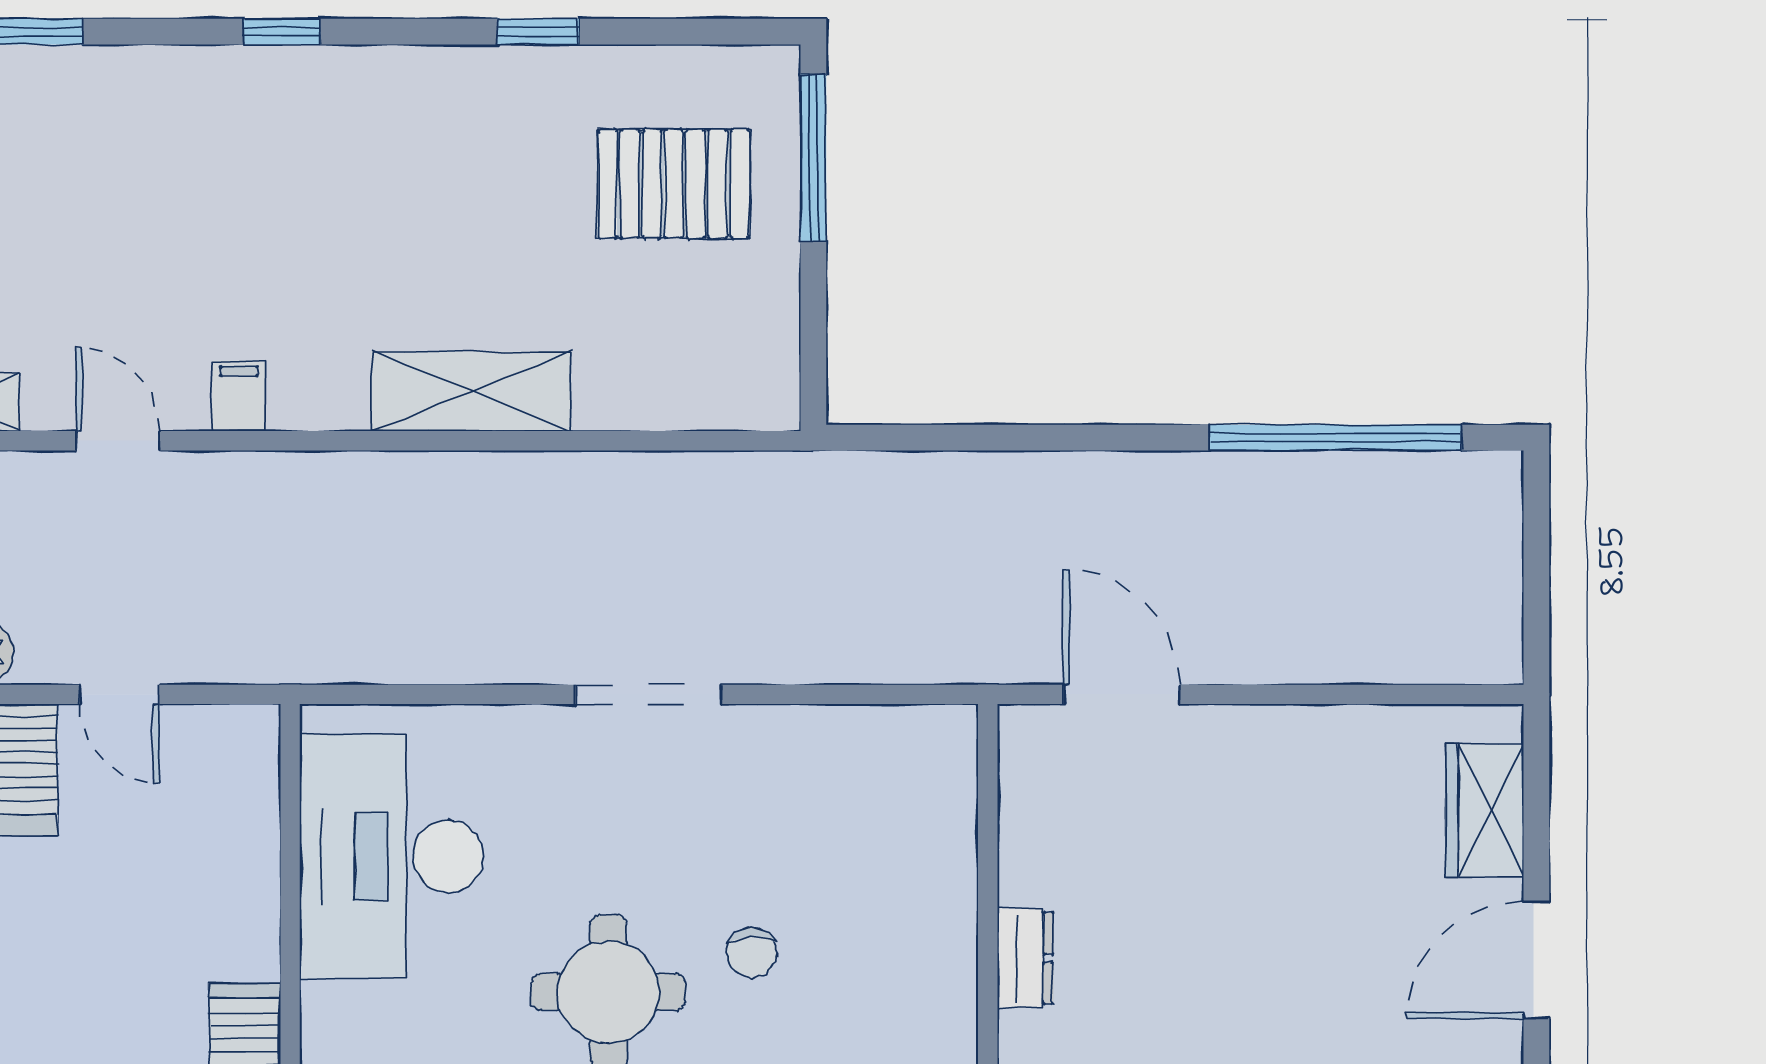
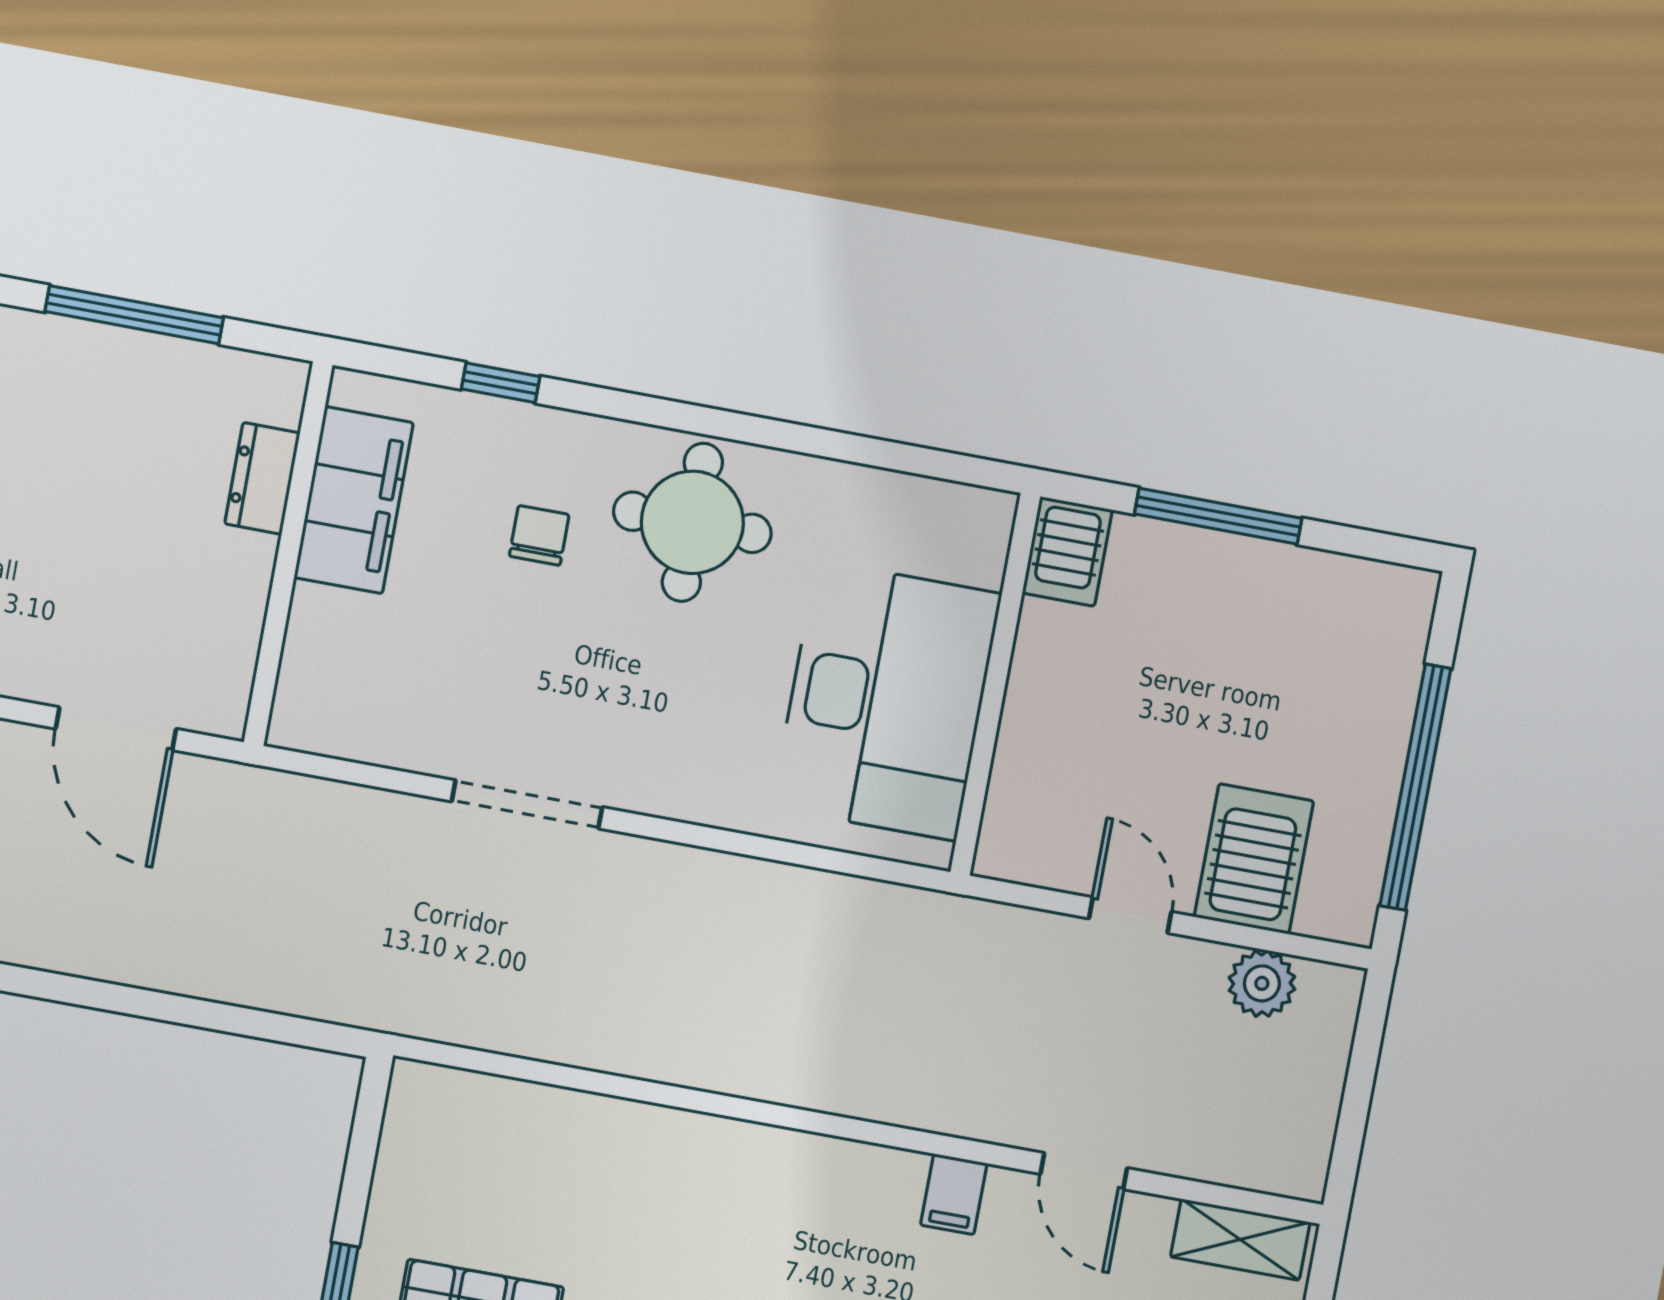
shelving: (471, 391) -> (719, 1156), removed
doorway: (649, 694) -> (527, 804), moved
filing cabinet: (935, 954) -> (354, 500), added

